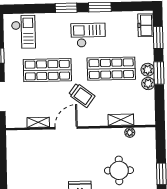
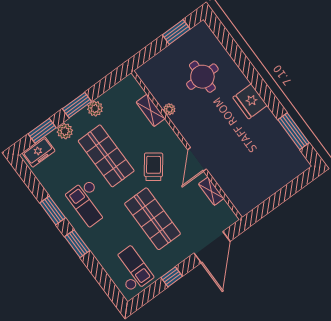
checkout: (23, 32) -> (131, 270), turned 90
plant: (148, 70) -> (65, 131), moved
door: (66, 128) -> (197, 159), hinge flipped
plant: (130, 132) -> (169, 109), moved

